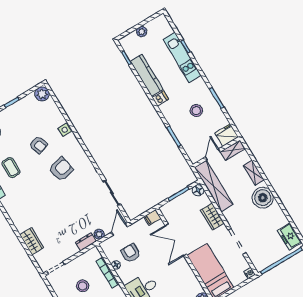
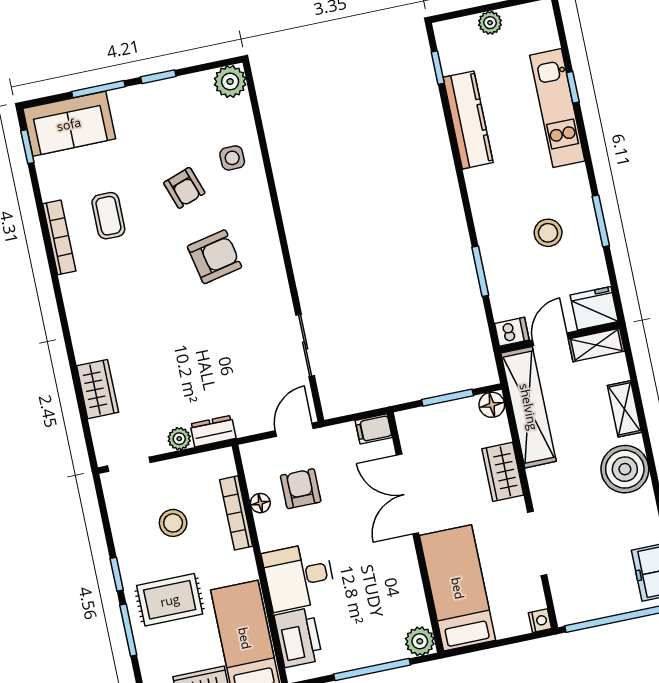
dishwasher: (160, 98) -> (512, 332), moved
side table: (65, 130) -> (232, 158), moved
plant: (99, 234) -> (179, 439), moved

